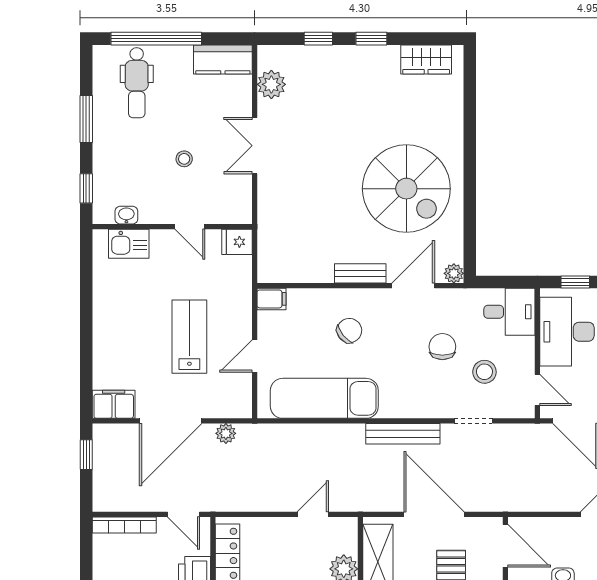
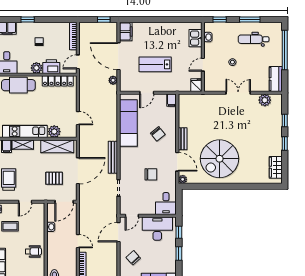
dental chair: (137, 83) -> (254, 39), moved
lab bench: (189, 337) -> (155, 64), turned 180
door: (255, 356) -> (147, 93), swing flipped
stool: (484, 372) -> (140, 193), removed

